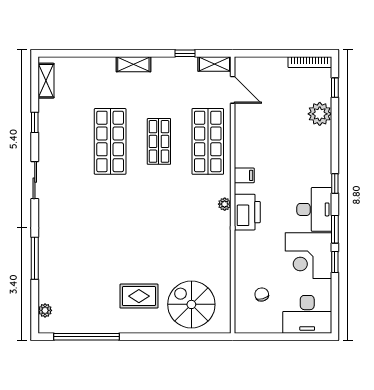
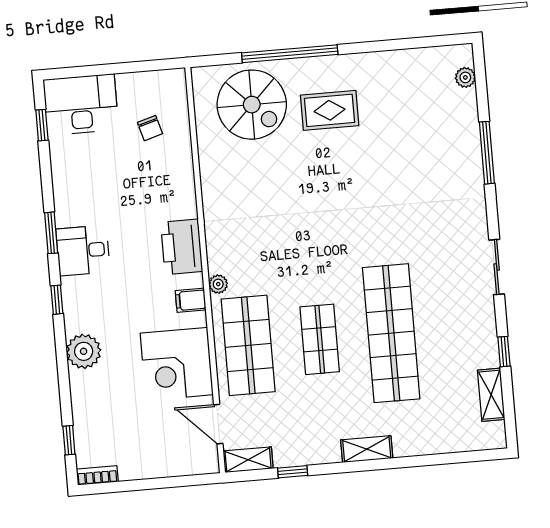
bookcase: (310, 62) -> (97, 475), width x0.64
shelving: (46, 81) -> (491, 395), moved
plant: (320, 114) -> (84, 351), moved
shop shelf: (110, 141) -> (391, 333), width x1.40
plant: (225, 204) -> (218, 284), moved
desk: (314, 209) -> (83, 250), width x0.73
corner desk: (309, 256) -> (177, 364), moved, turned 180
window: (335, 262) -> (42, 125), moved
window: (87, 337) -> (290, 54), moved

